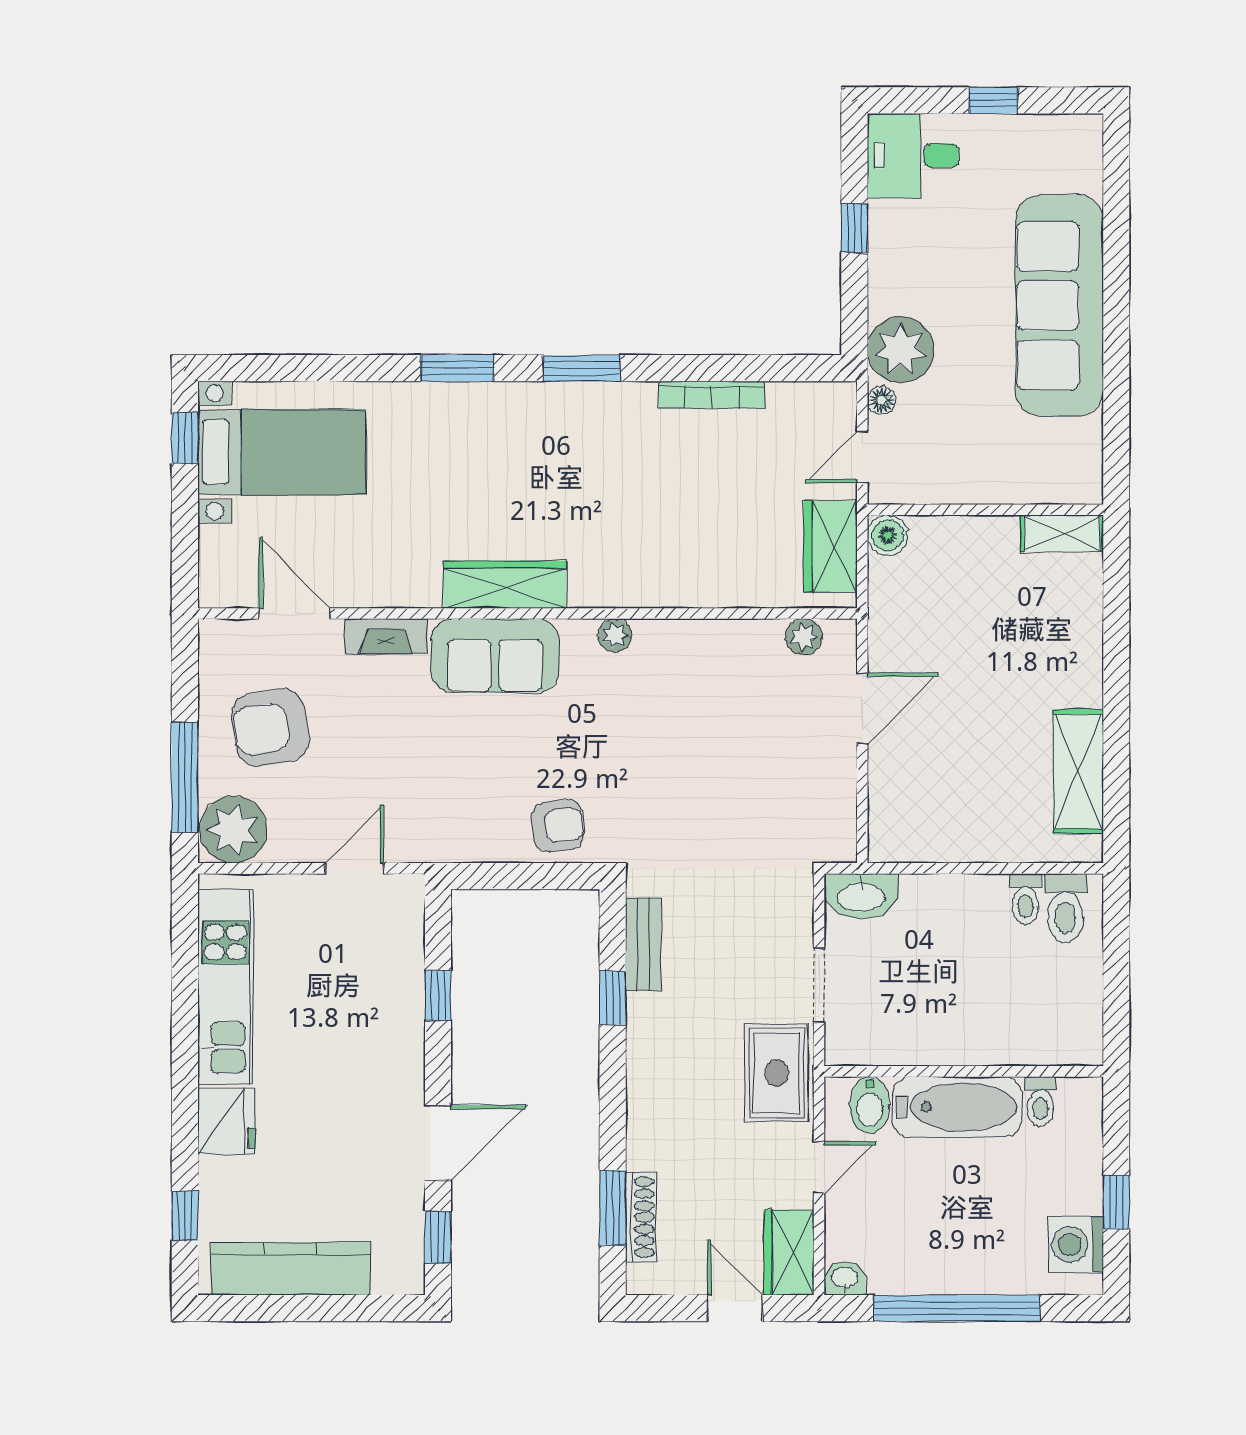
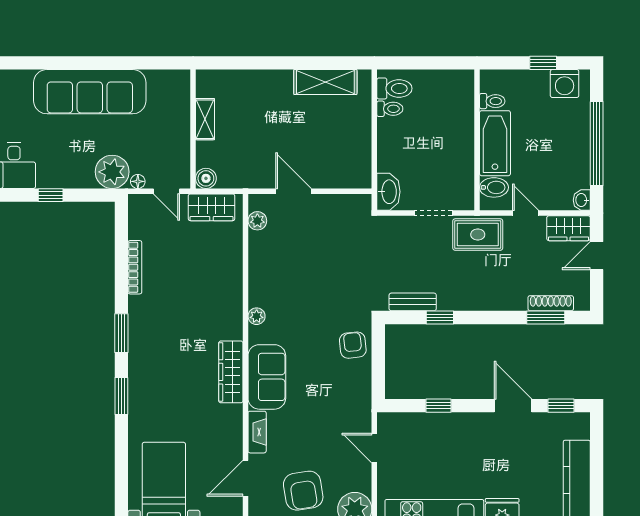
shelving: (1062, 533) -> (205, 119), moved

